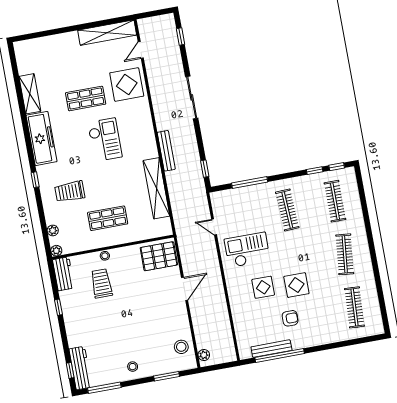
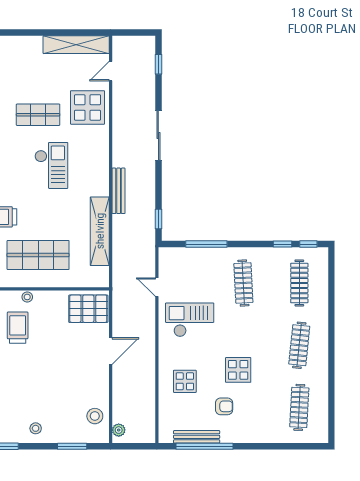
shop shelf: (108, 218) -> (38, 255), width x1.43, depth x1.36
display table: (263, 287) -> (185, 381), moved

